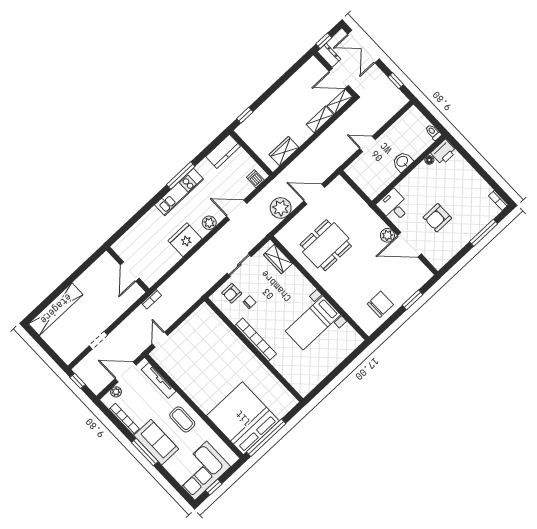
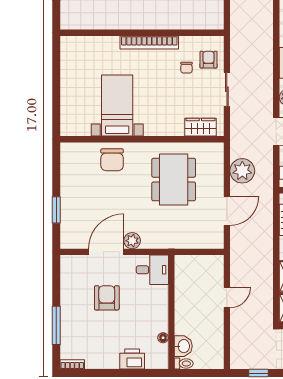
printer: (444, 152) -> (132, 359), moved, turned 90
washbasin: (403, 162) -> (183, 346), moved
chair: (380, 304) -> (112, 160), moved

